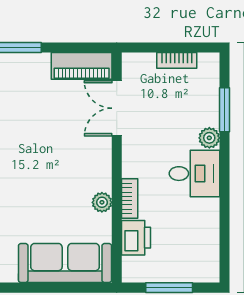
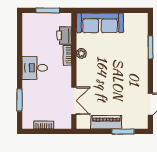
piano: (82, 66) -> (106, 122), moved
plant: (209, 138) -> (27, 86), removed

